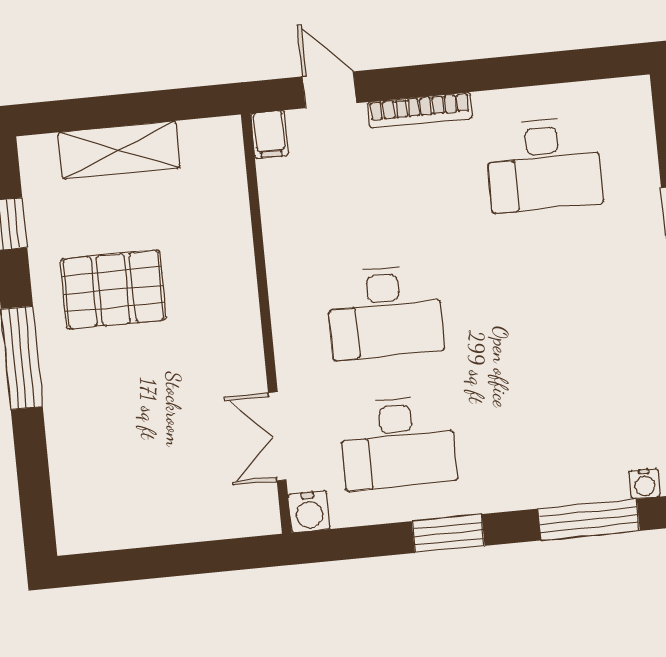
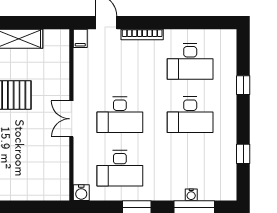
desk: (557, 295) -> (190, 115), added
double door: (277, 436) -> (71, 119), moved
water cooler: (645, 484) -> (191, 195), moved

